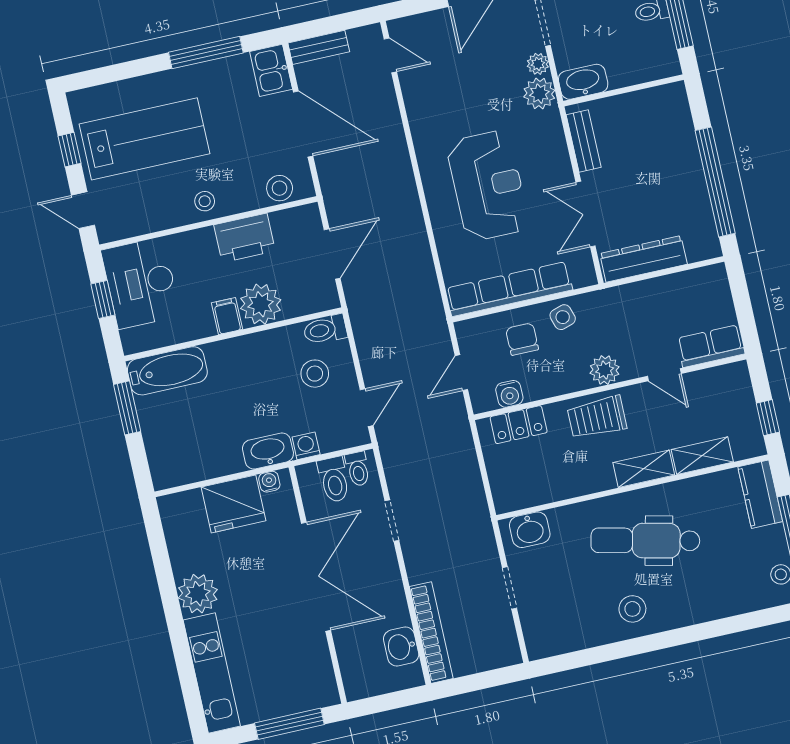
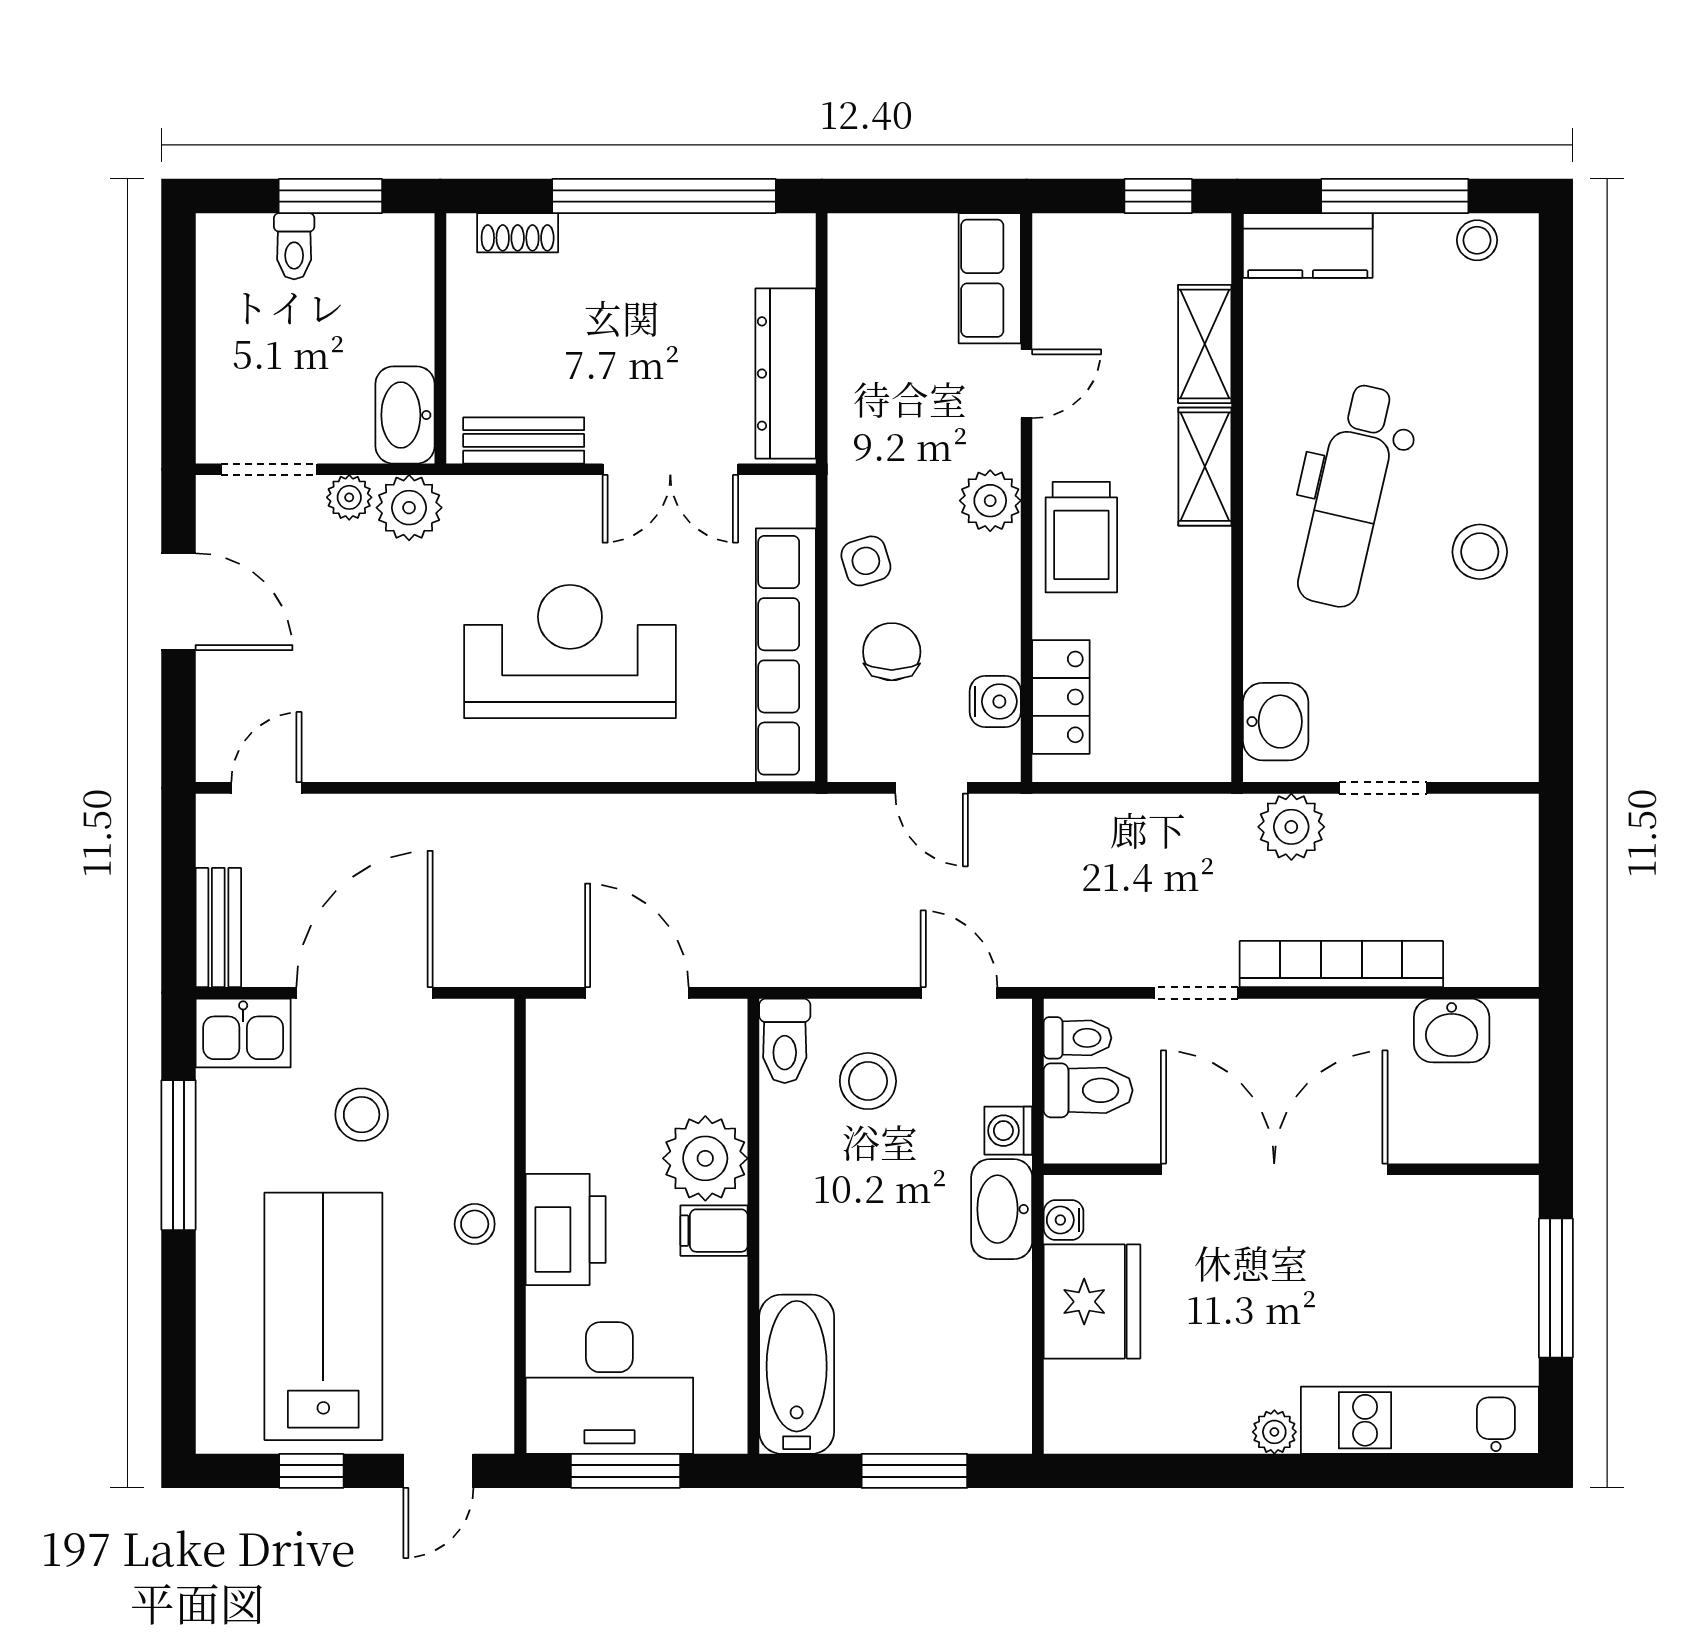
shoe rack: (682, 116) -> (518, 233), added
stool: (280, 188) -> (362, 1115), moved
printer: (244, 238) -> (566, 1229), moved
window: (103, 299) -> (625, 1471), width x1.50
chair: (522, 339) -> (892, 652), turned 90
window: (127, 408) -> (914, 1471), moved
plant: (481, 548) -> (1291, 827), added
plant: (198, 594) -> (1274, 1432), width x0.53, depth x0.53
bookcase: (431, 633) -> (1341, 964), moved

